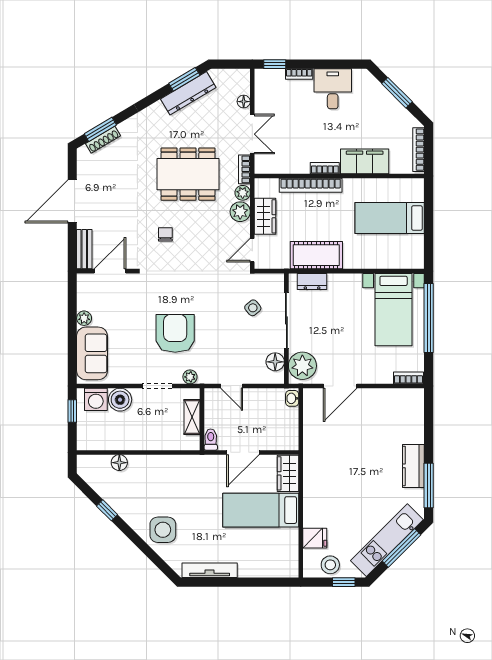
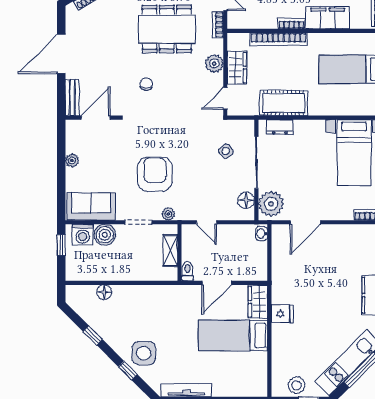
plant: (243, 193) -> (216, 46), removed
sofa: (92, 353) -> (91, 206), moved, turned -90
fridge: (315, 538) -> (282, 314), moved
window: (145, 549) -> (128, 370), added

